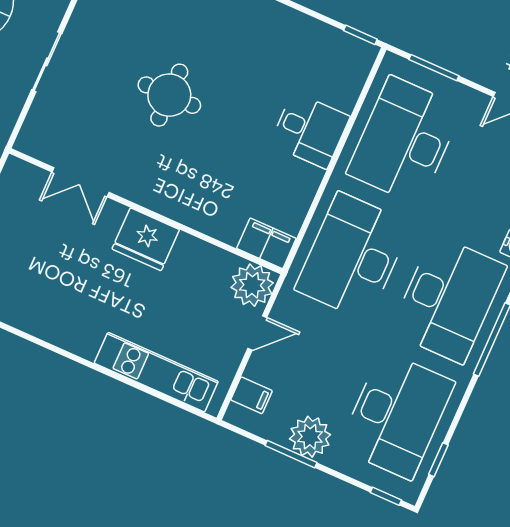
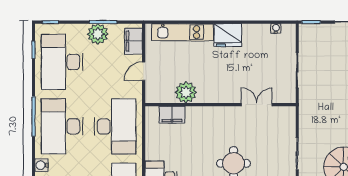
fridge: (146, 239) -> (228, 35), moved, turned 180
filing cabinet: (266, 243) -> (172, 115), moved
plant: (252, 285) -> (186, 92), moved
filing cabinet: (252, 395) -> (133, 41), width x2.00

